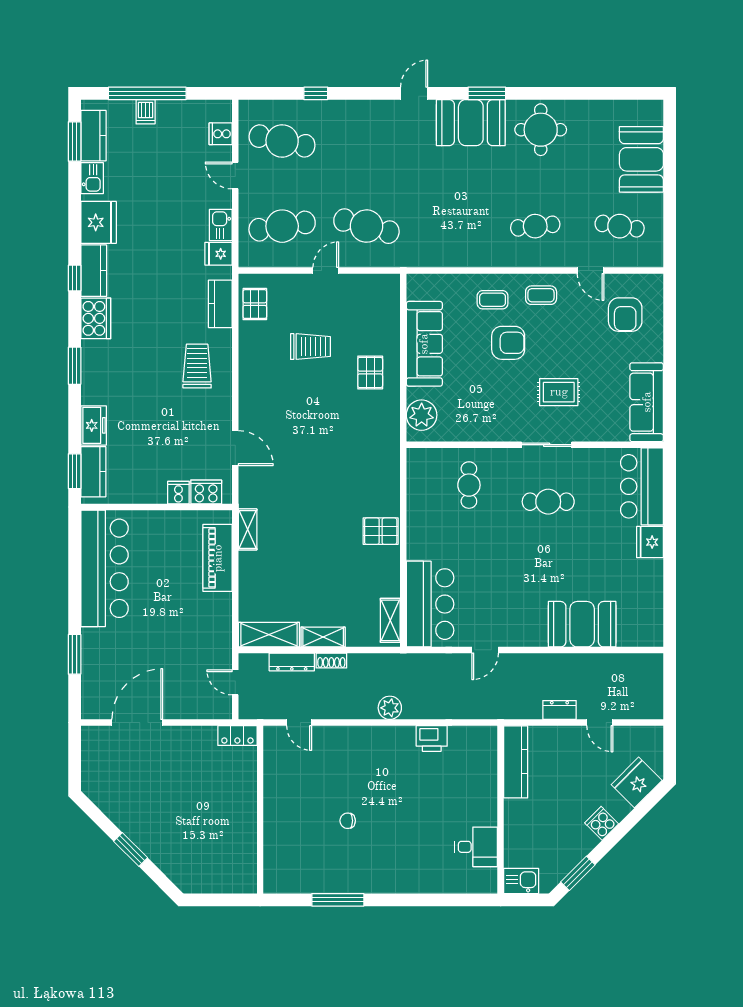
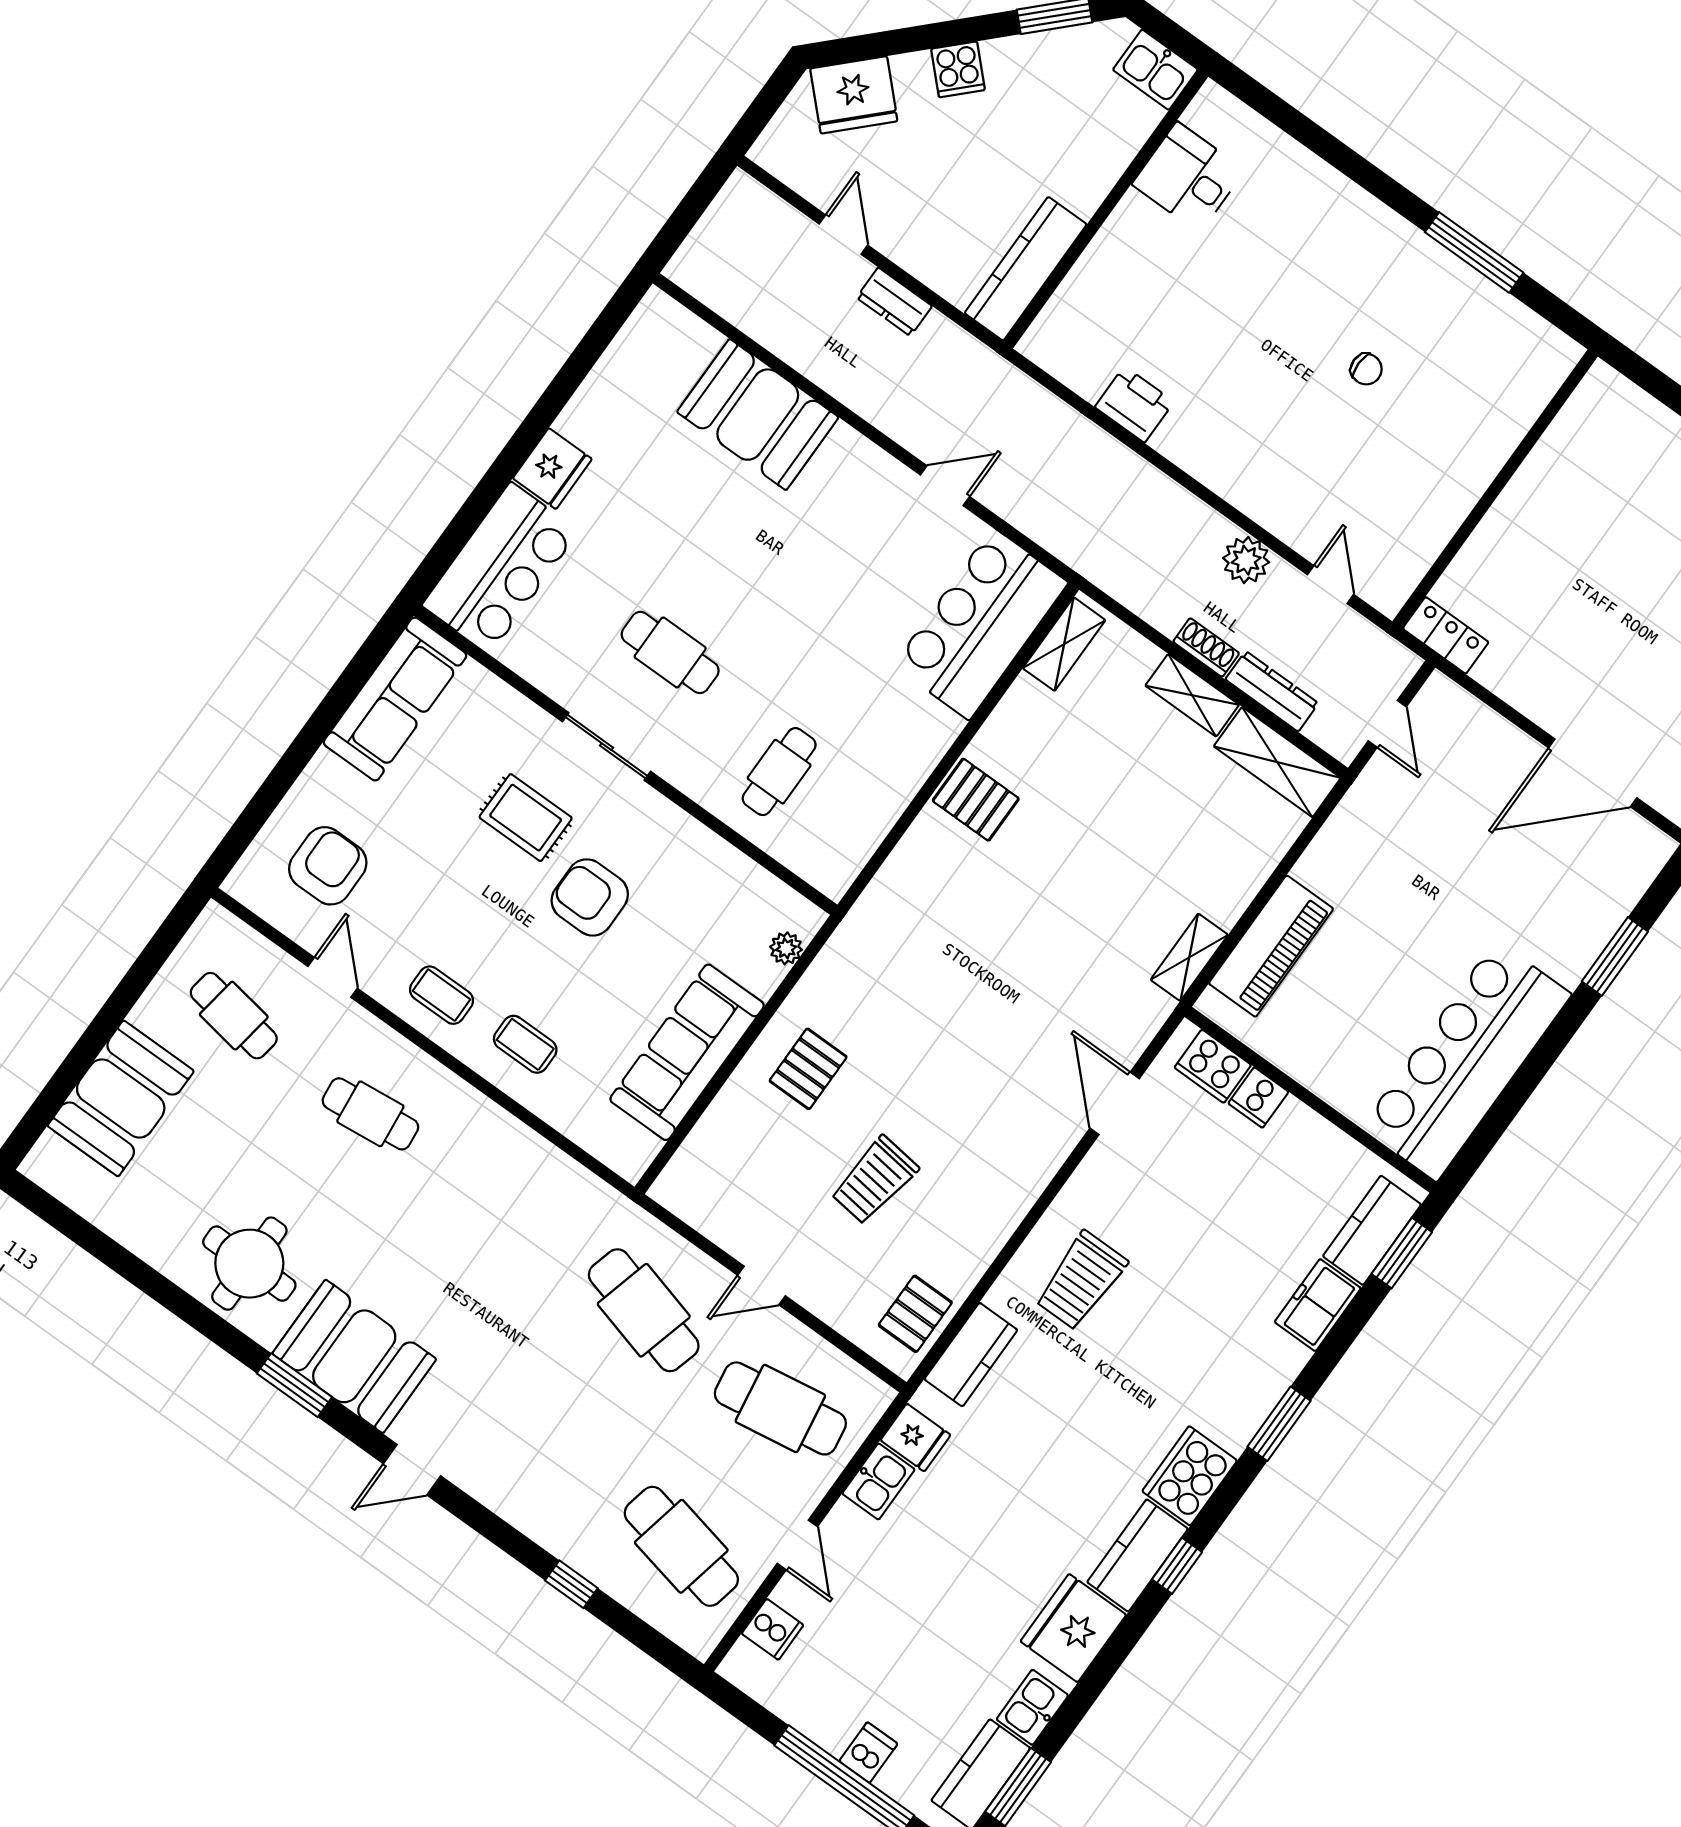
armchair: (508, 343) -> (590, 897), moved
trolley: (311, 347) -> (874, 1180), turned -83
plant: (422, 415) -> (786, 948), width x0.53, depth x0.53
plant: (390, 708) -> (1246, 560), moved

